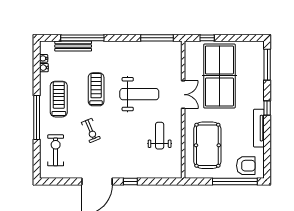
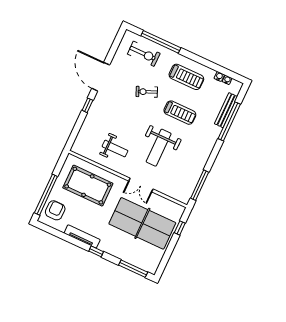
window: (37, 117) -> (161, 42), moved
armchair: (246, 166) -> (55, 210), turned 180

